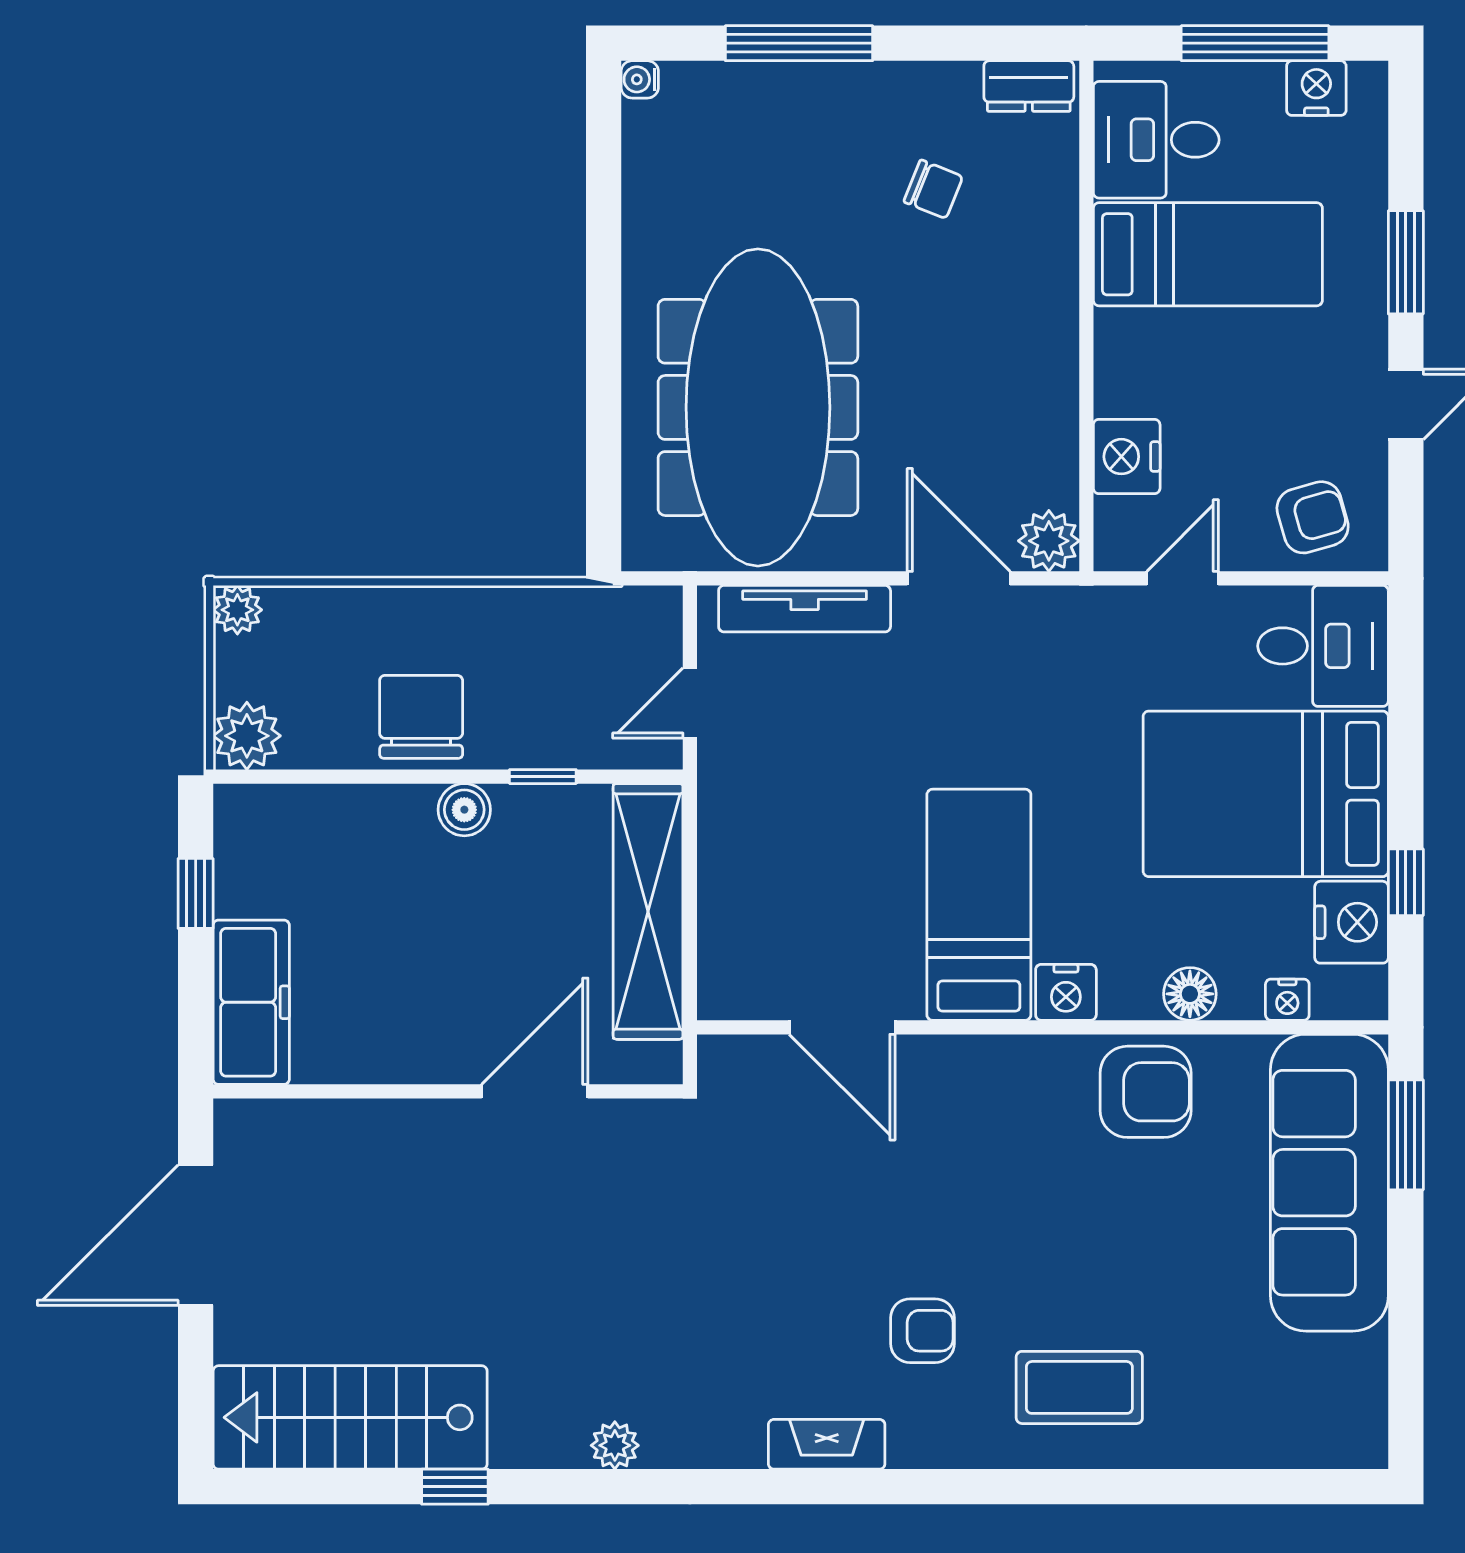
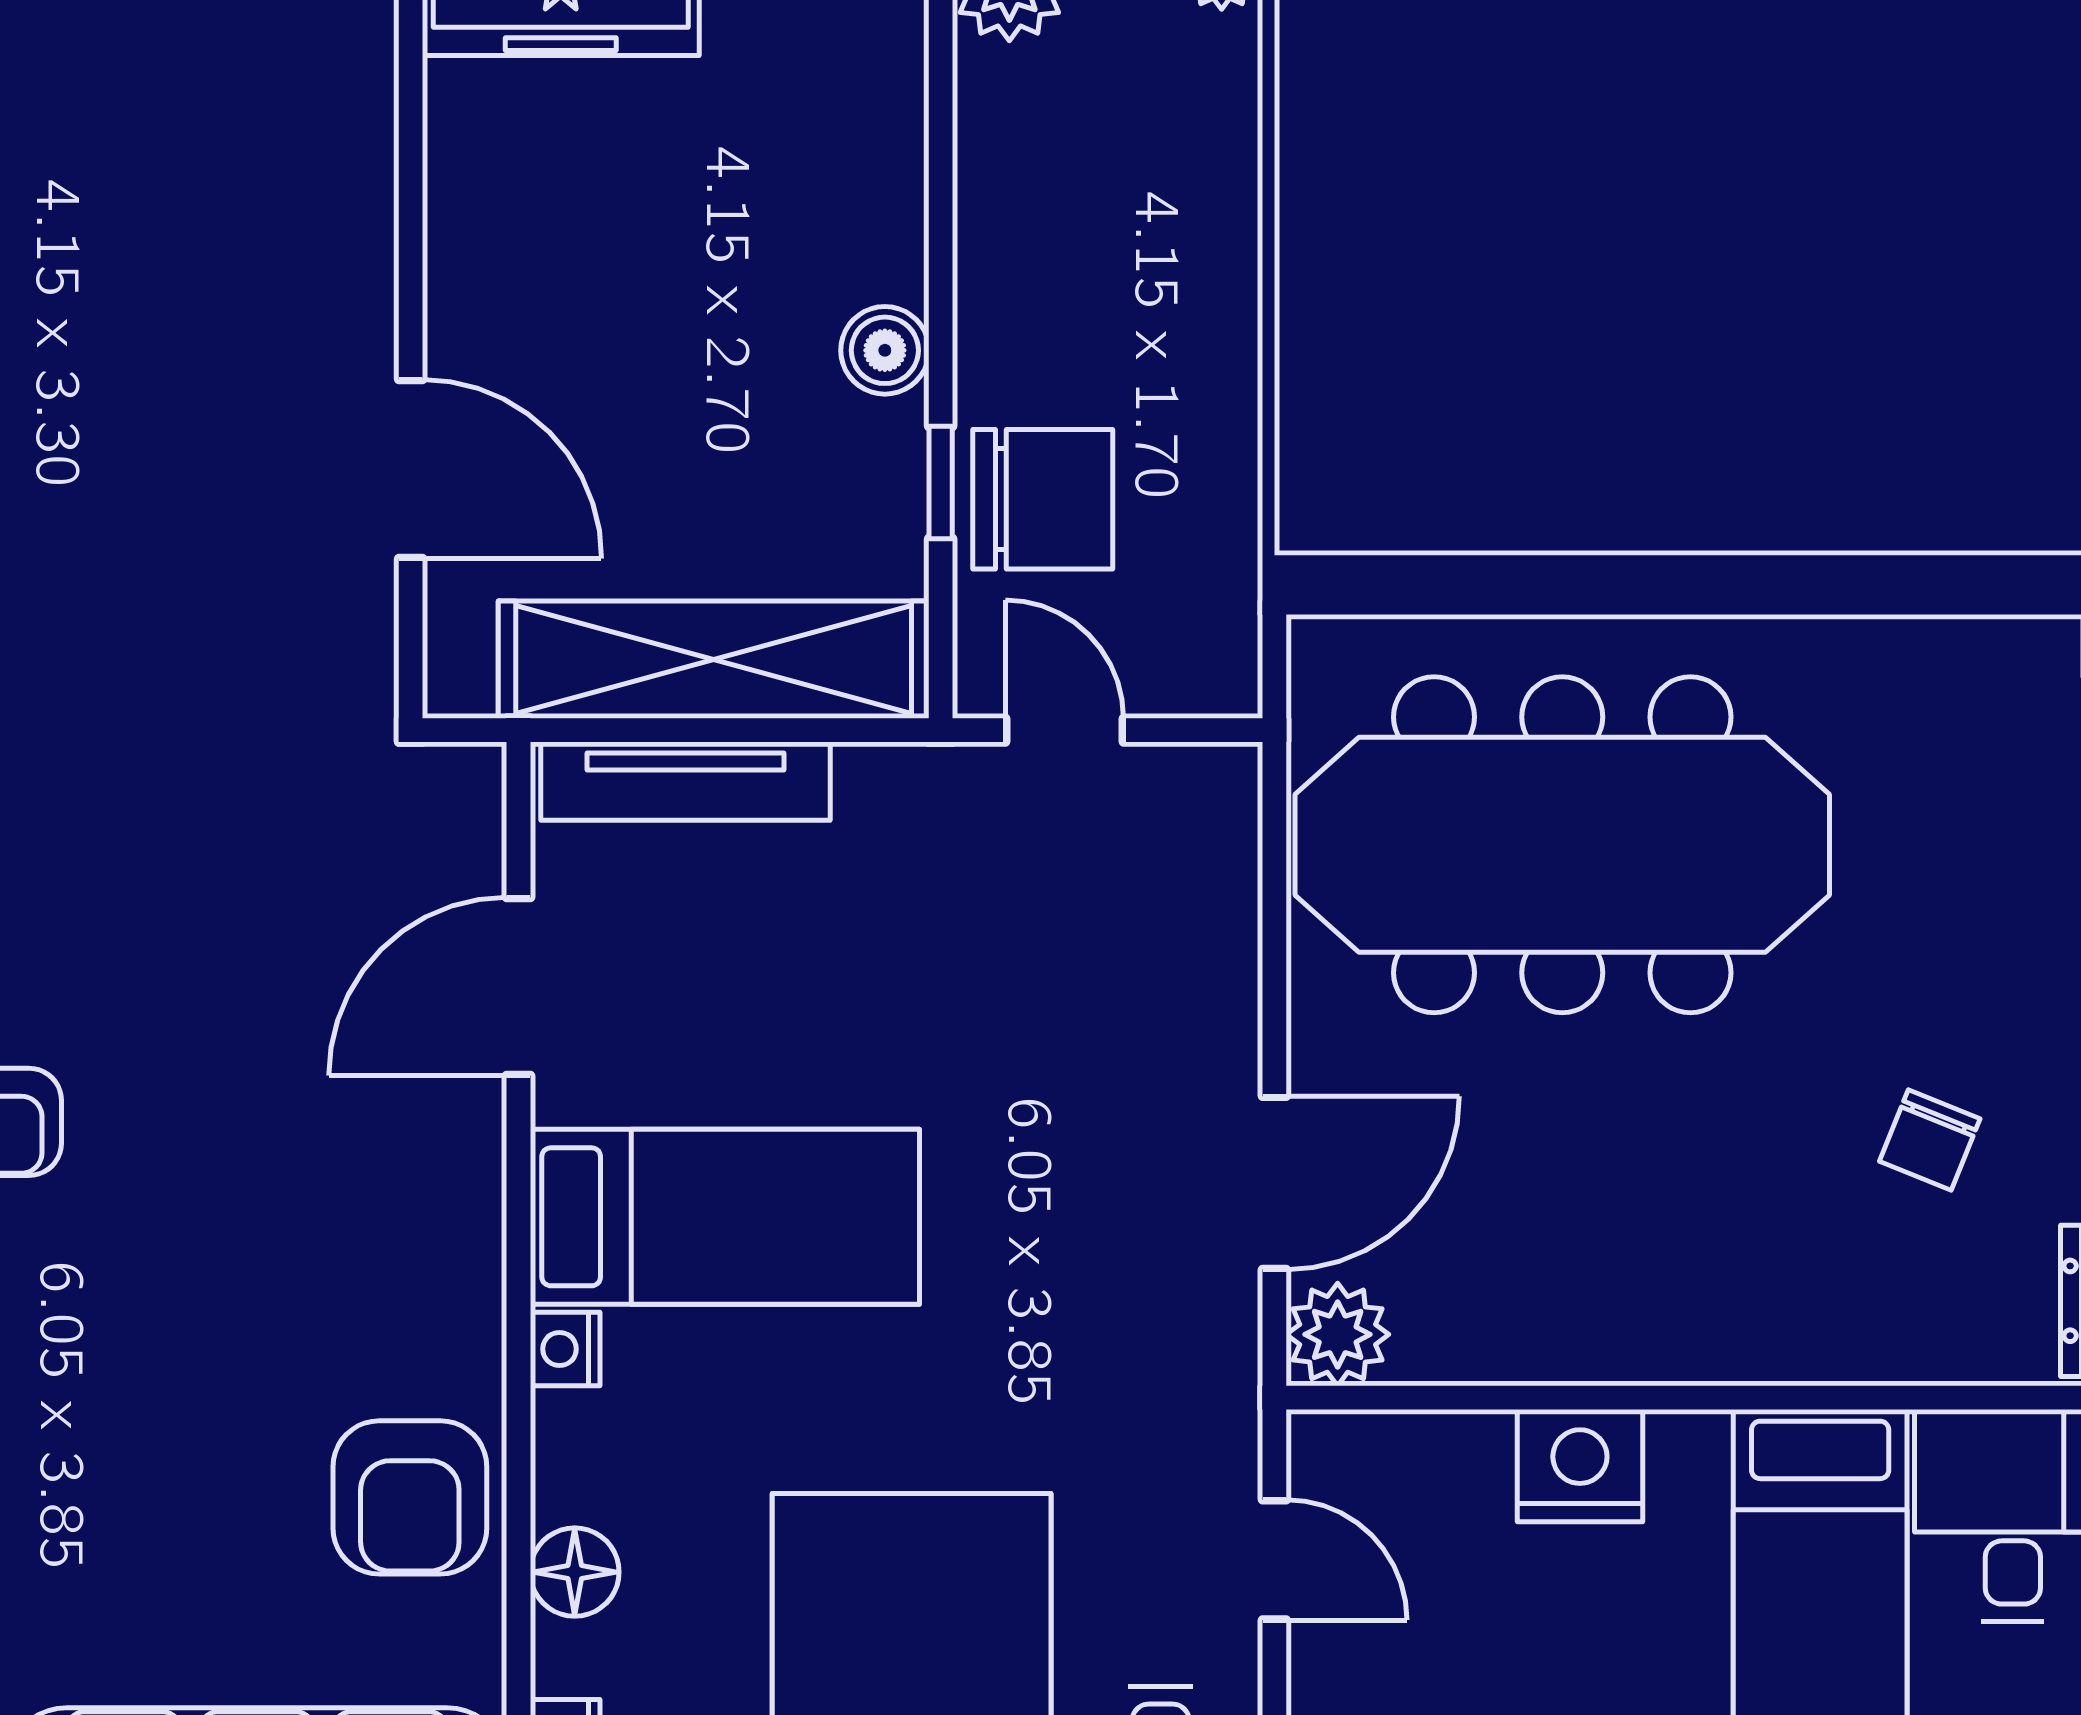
nightstand: (1127, 457) -> (1580, 1466), moved
tv unit: (805, 609) -> (686, 781), moved, turned -90
chair: (421, 717) -> (1043, 499), moved
nightstand: (1066, 992) -> (565, 1349), width x0.72, depth x0.74

